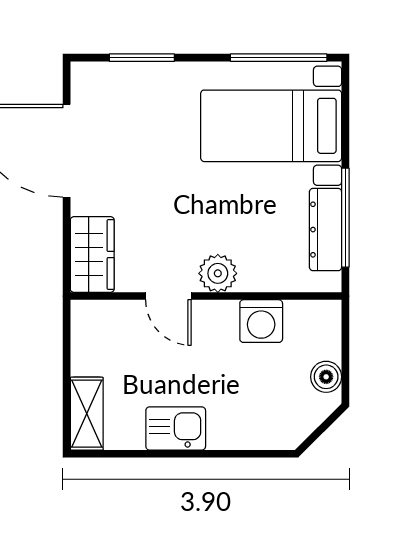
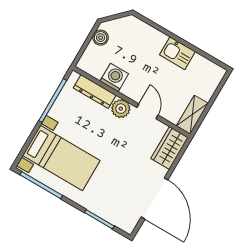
dresser: (326, 230) -> (95, 92), moved, turned 90
shelving: (87, 414) -> (192, 115), moved

